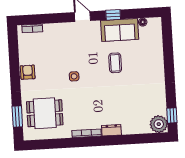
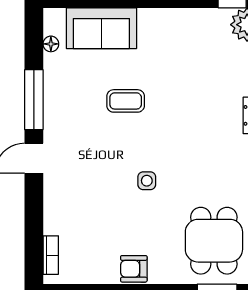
window: (113, 15) -> (34, 100), width x2.17
sofa: (120, 30) -> (101, 28), moved, turned 90

